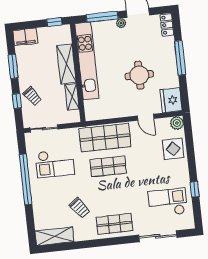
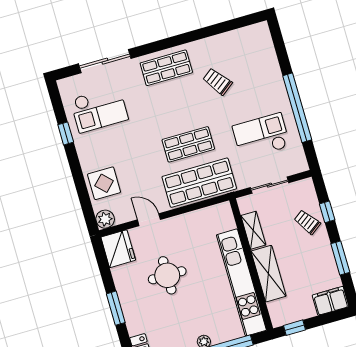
window: (180, 58) -> (116, 308), width x0.69
sliding door: (44, 128) -> (269, 185), moved
shelving: (54, 236) -> (245, 37), removed

